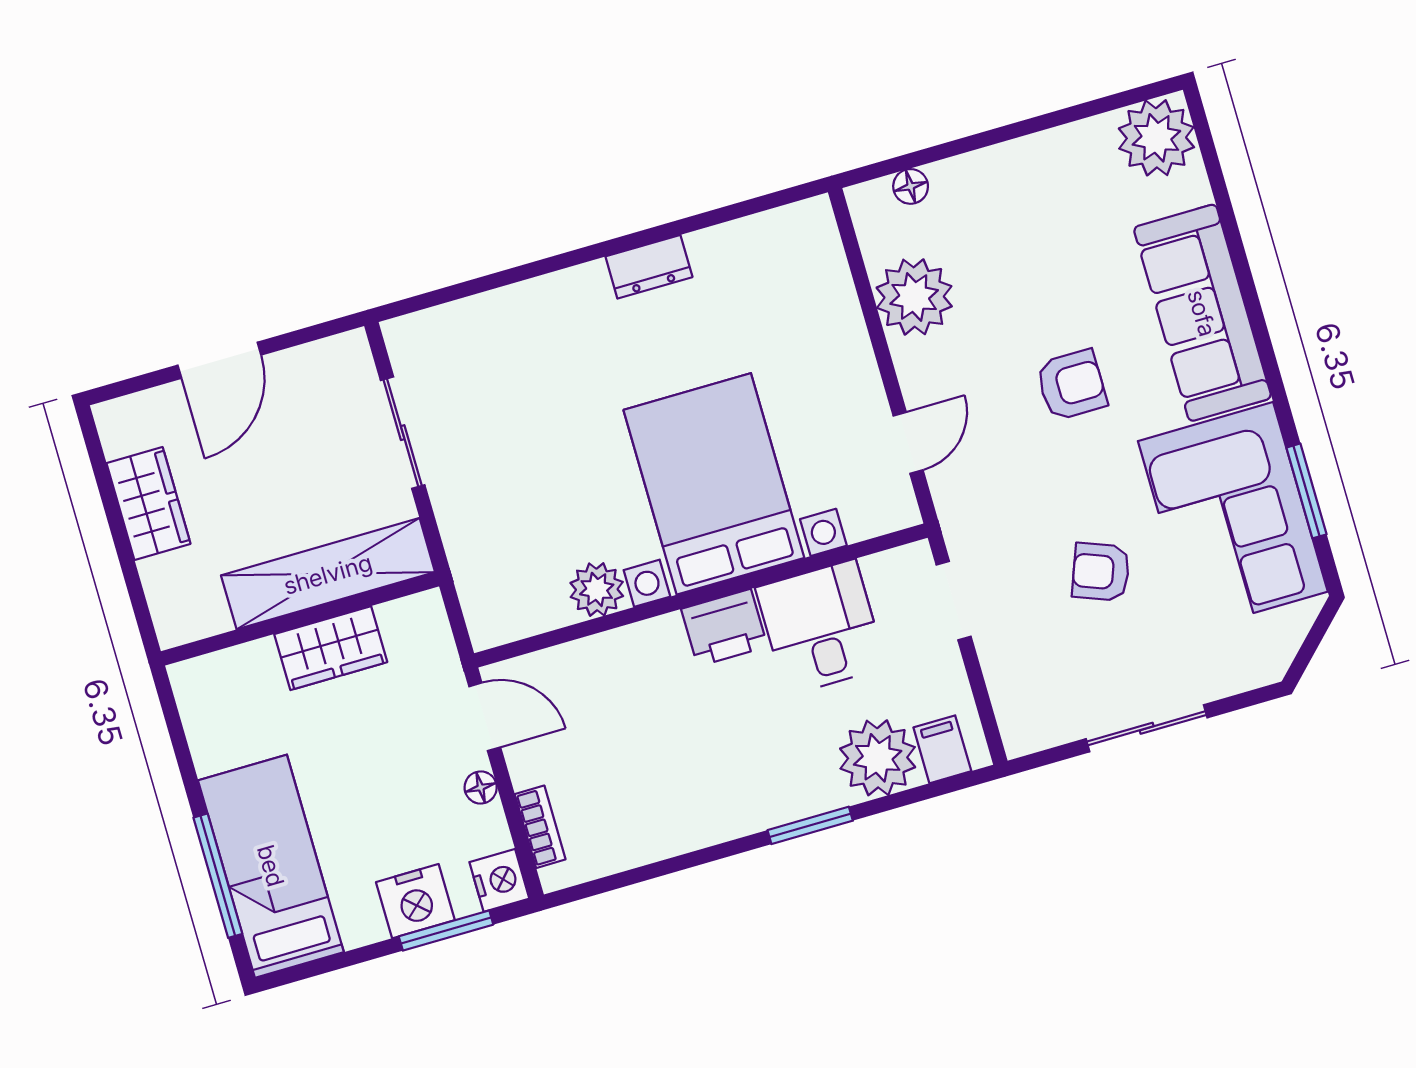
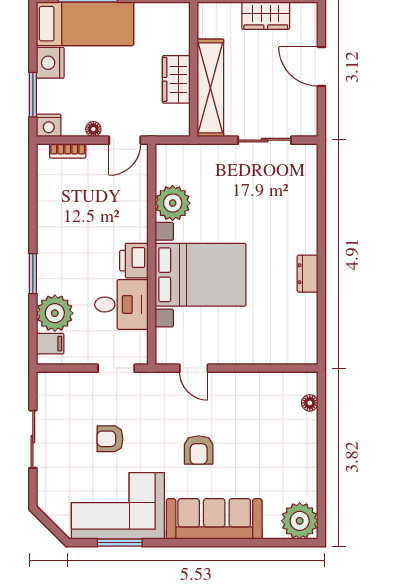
plant: (914, 297) -> (259, 390), removed
armchair: (1101, 572) -> (110, 439), turned -111
plant: (597, 589) -> (173, 203), width x1.36, depth x1.36
nightstand: (415, 901) -> (50, 63), moved

